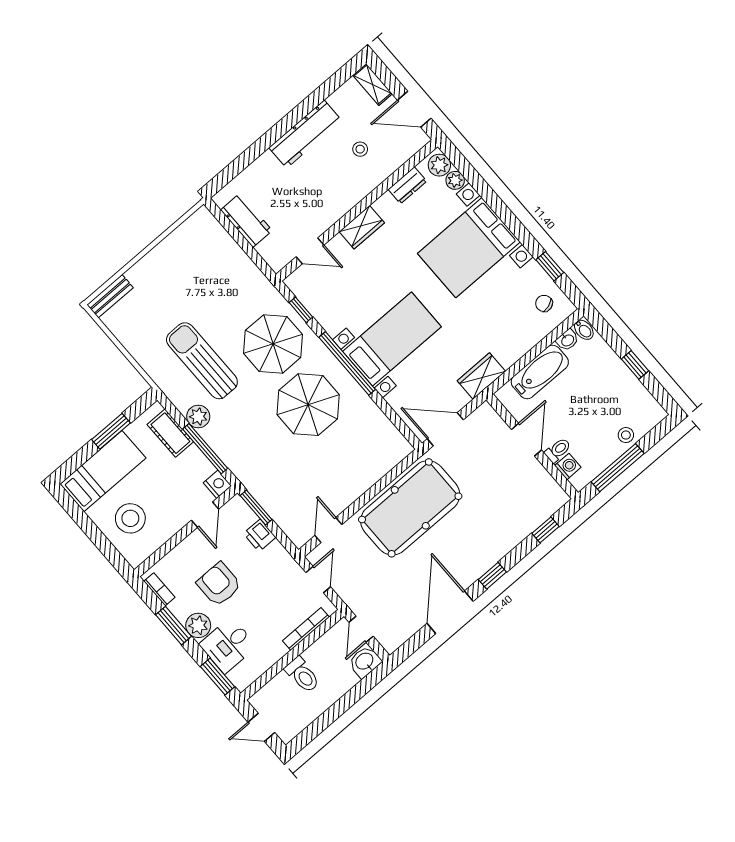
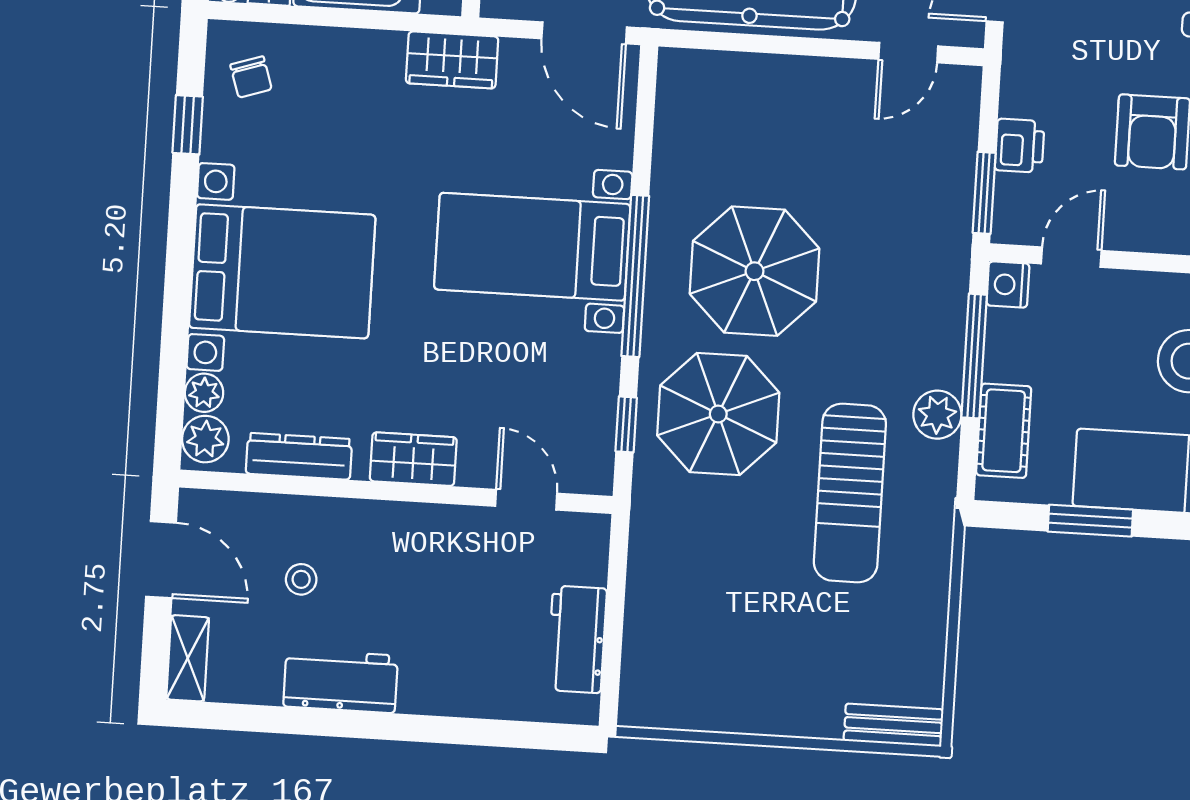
workbench: (305, 134) -> (341, 681), width x0.73
dresser: (407, 185) -> (299, 456), width x1.44

